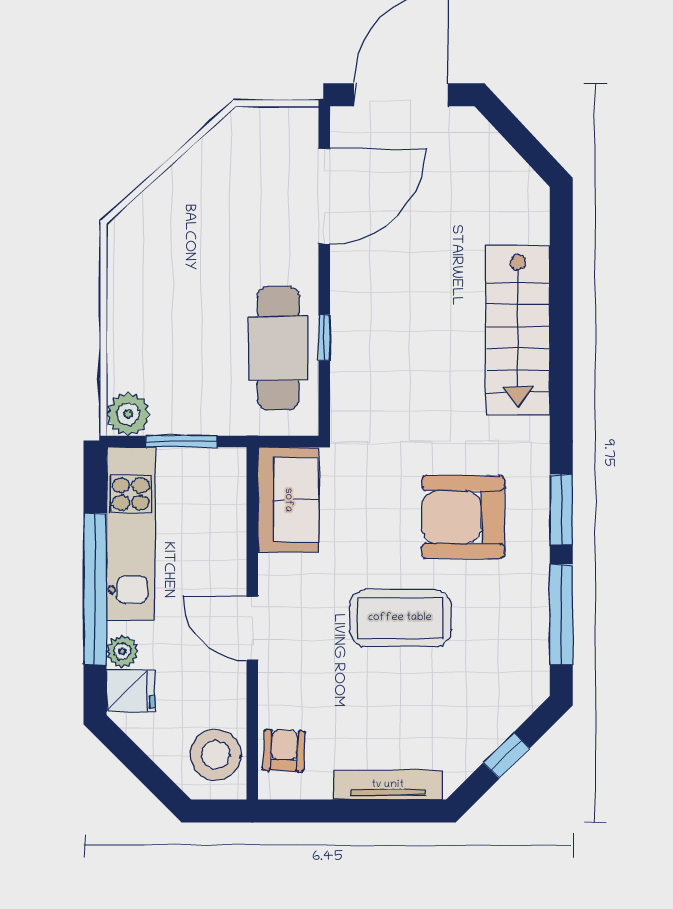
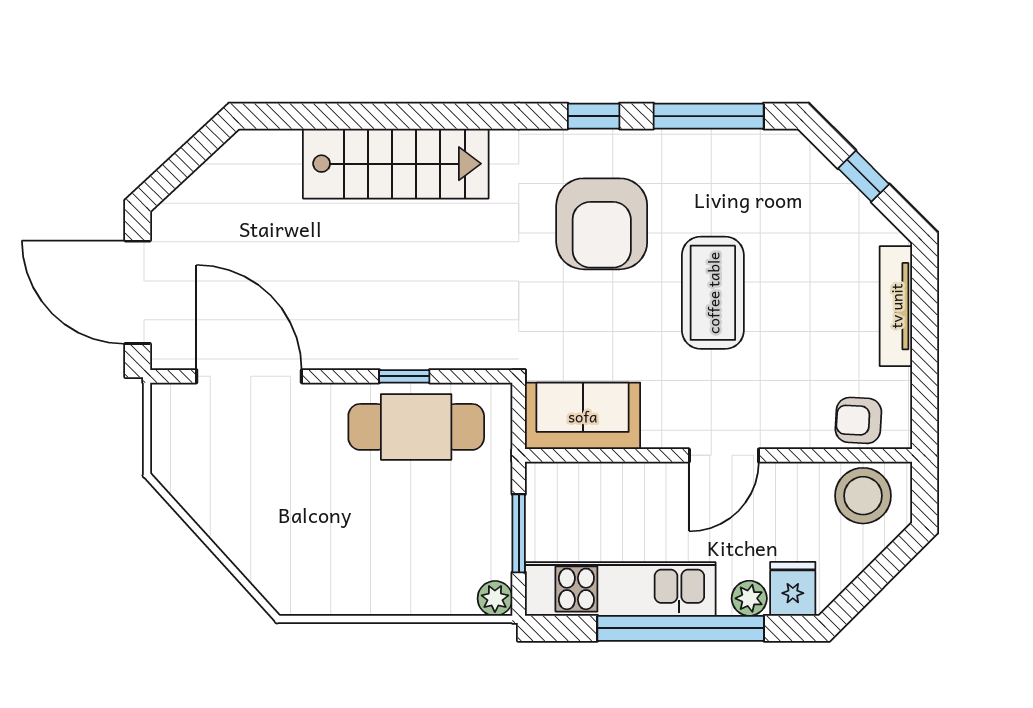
plant: (128, 414) -> (495, 598), width x0.73, depth x0.73
window: (561, 510) -> (594, 116), width x0.67

